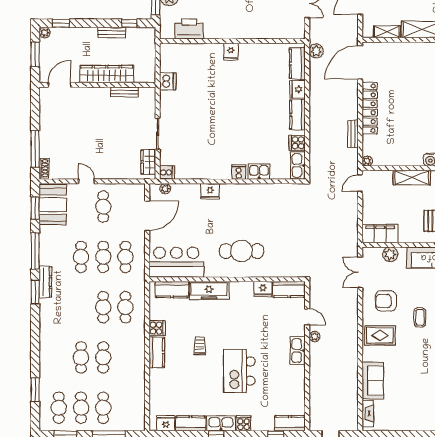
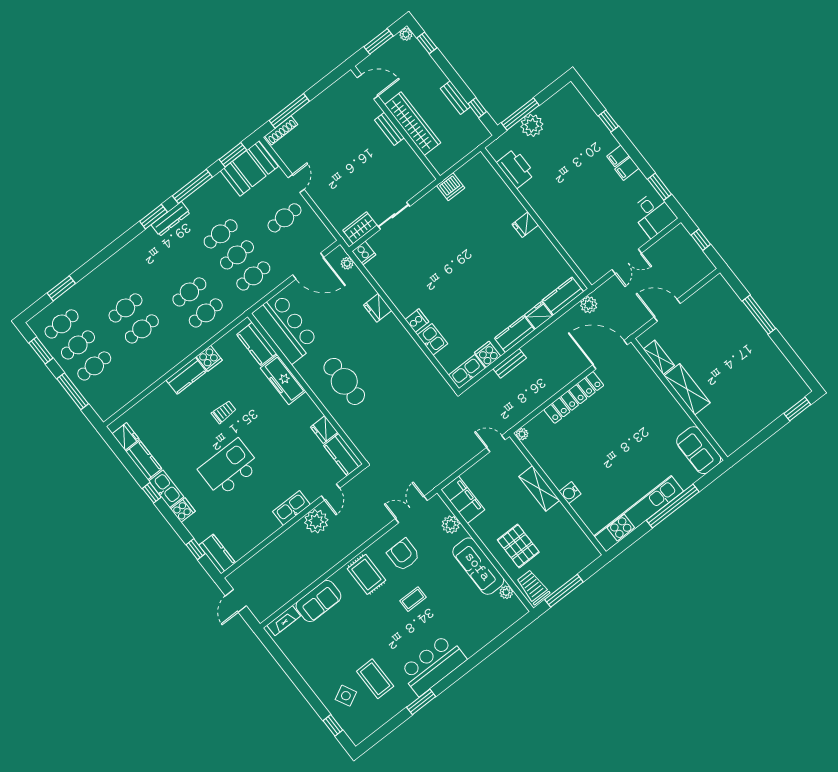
bench: (125, 92) -> (389, 129), moved
bench: (353, 134) -> (510, 363), moved
shoe rack: (44, 168) -> (281, 130), width x1.43
plant: (314, 337) -> (316, 521), width x1.87, depth x1.87

